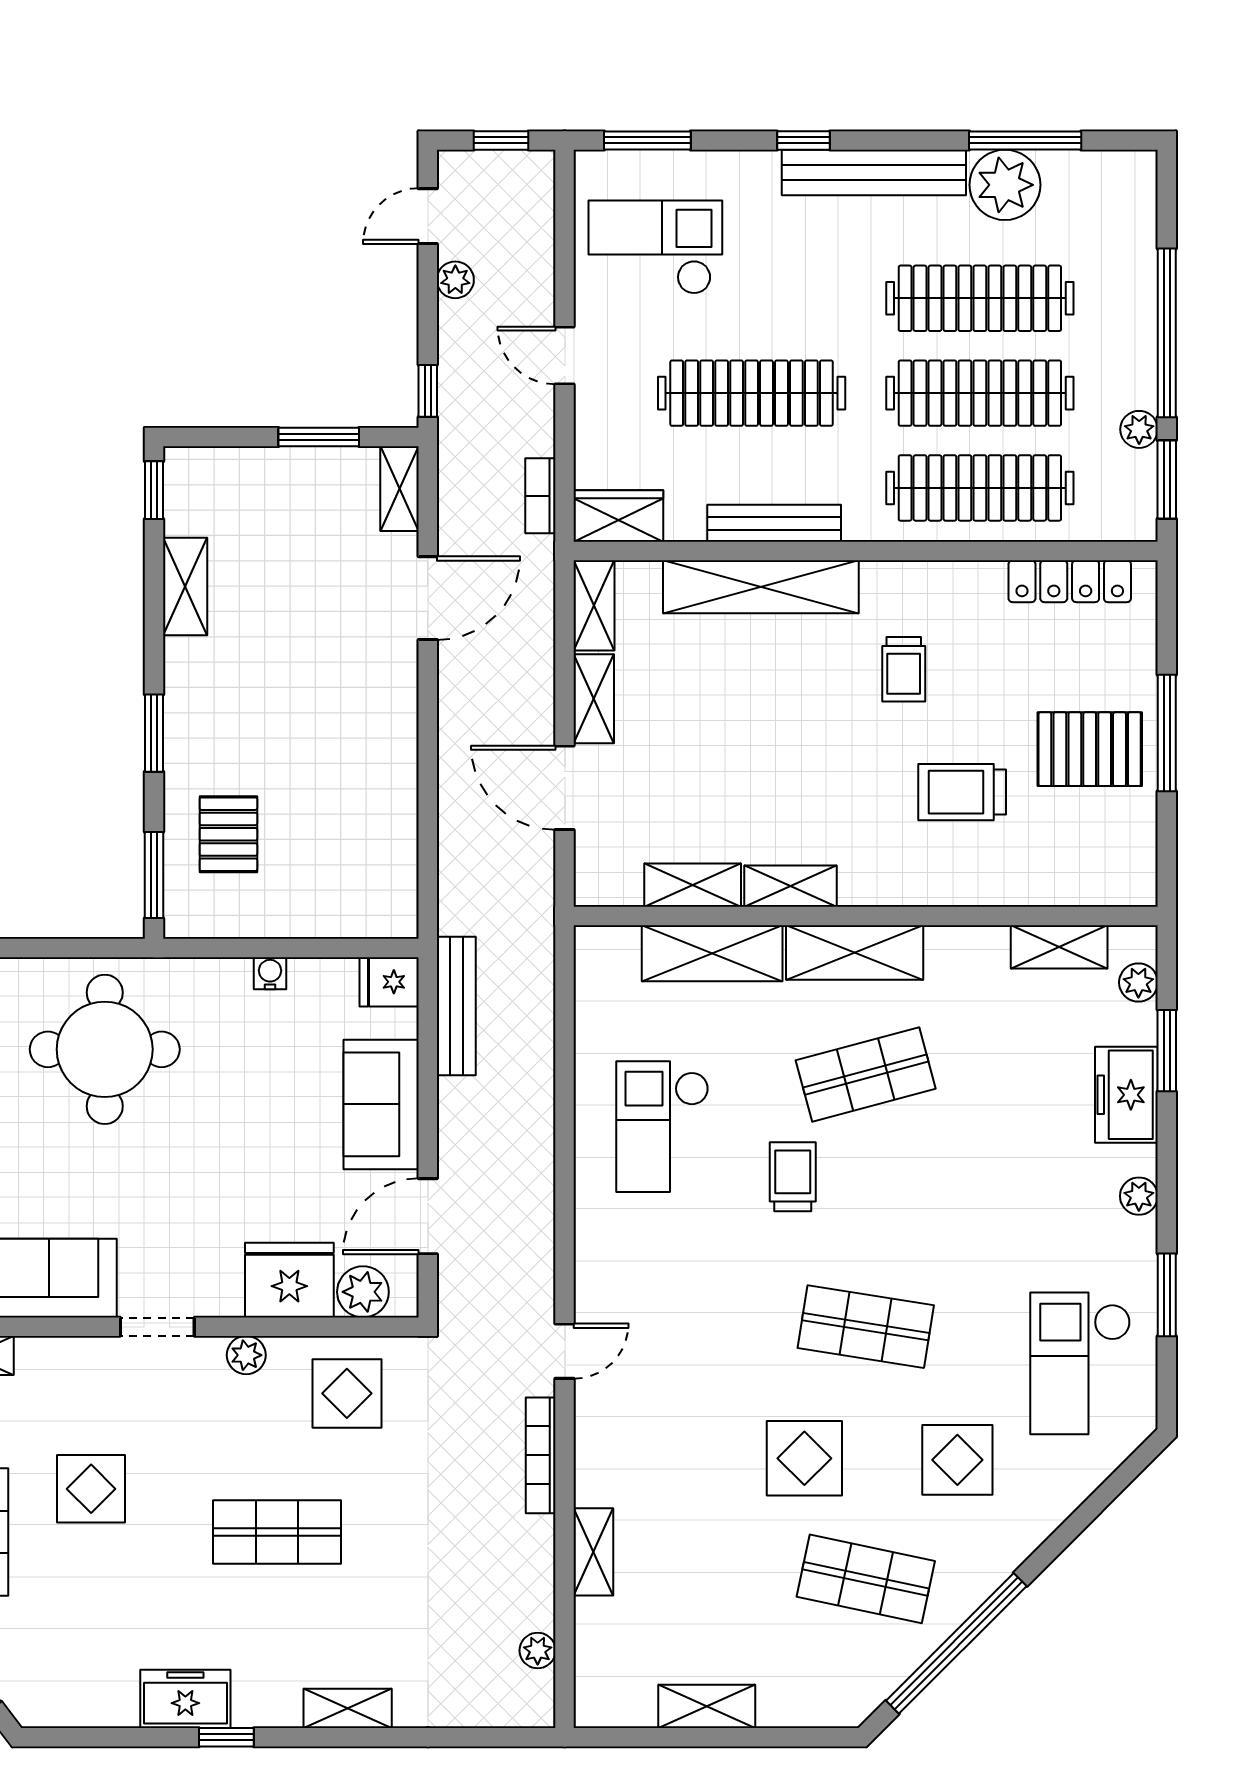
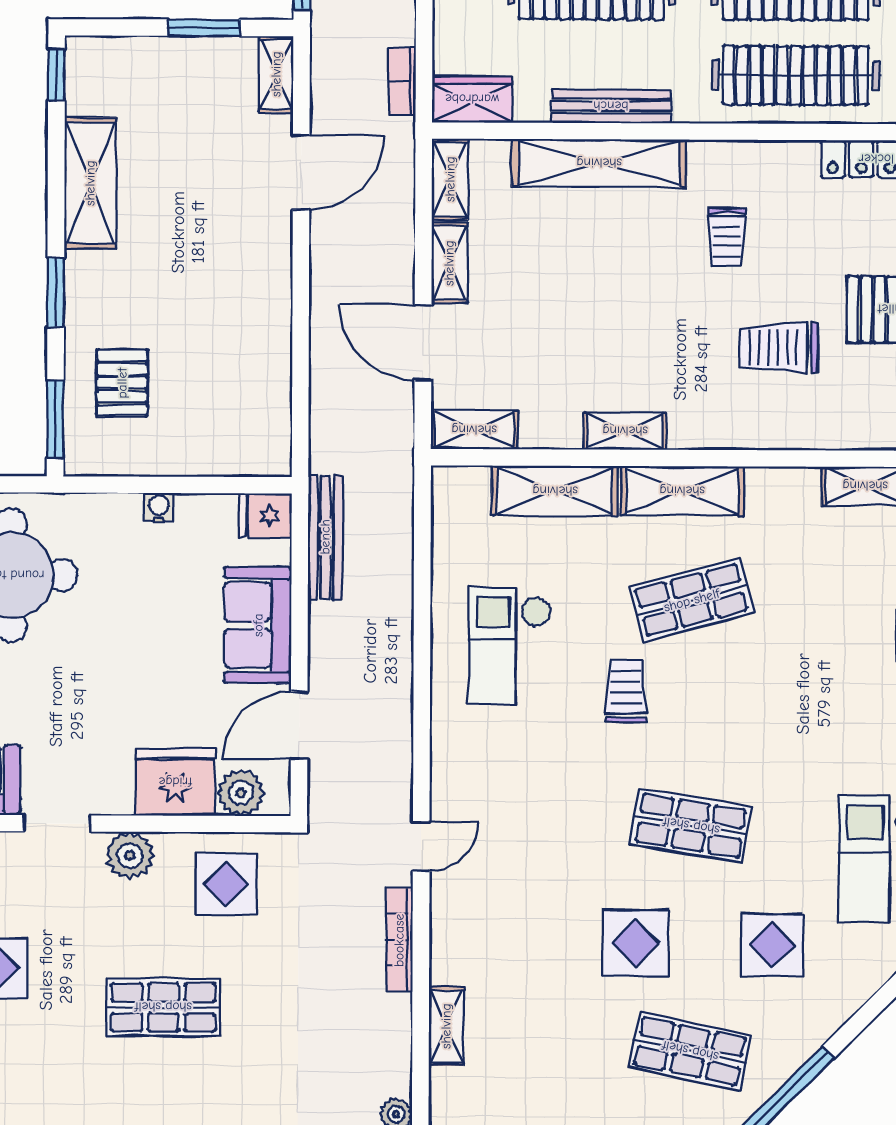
shelving: (185, 587) -> (90, 183), width x1.50, depth x1.33
shelving: (693, 885) -> (474, 430), moved
plant: (246, 1355) -> (130, 855), width x1.38, depth x1.38

